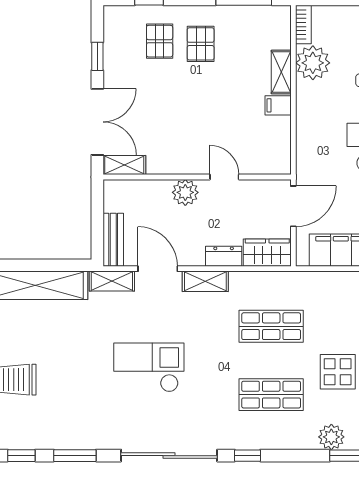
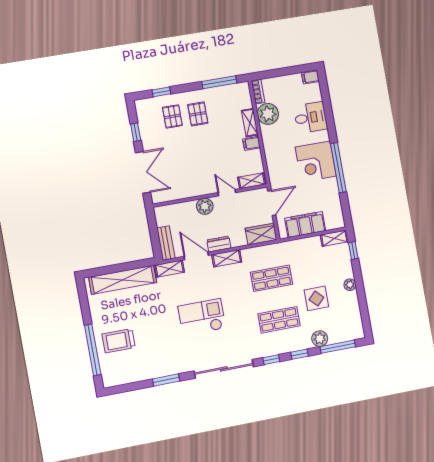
shelving: (124, 165) -> (252, 181), moved
dresser: (224, 256) -> (219, 244), moved
window: (21, 456) -> (299, 354), moved

